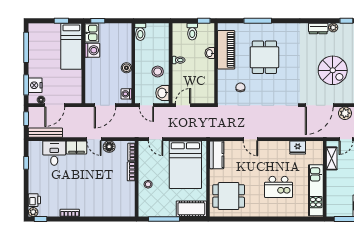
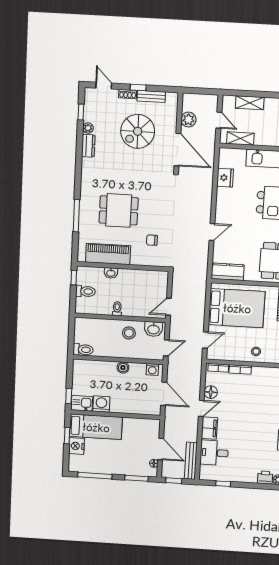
spiral stairs: (333, 70) -> (138, 131), turned 180
nightstand: (35, 85) -> (77, 446), moved, turned 90
door: (183, 105) -> (169, 307), hinge flipped

